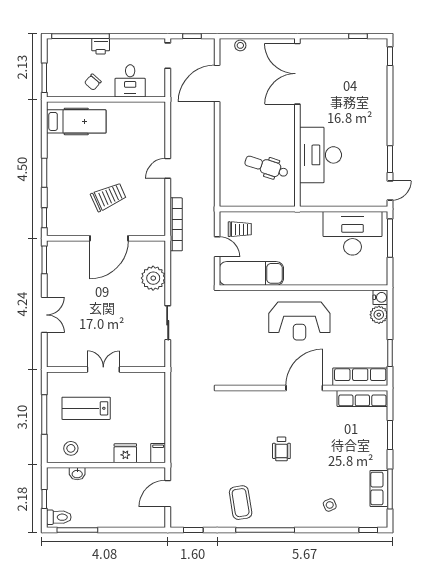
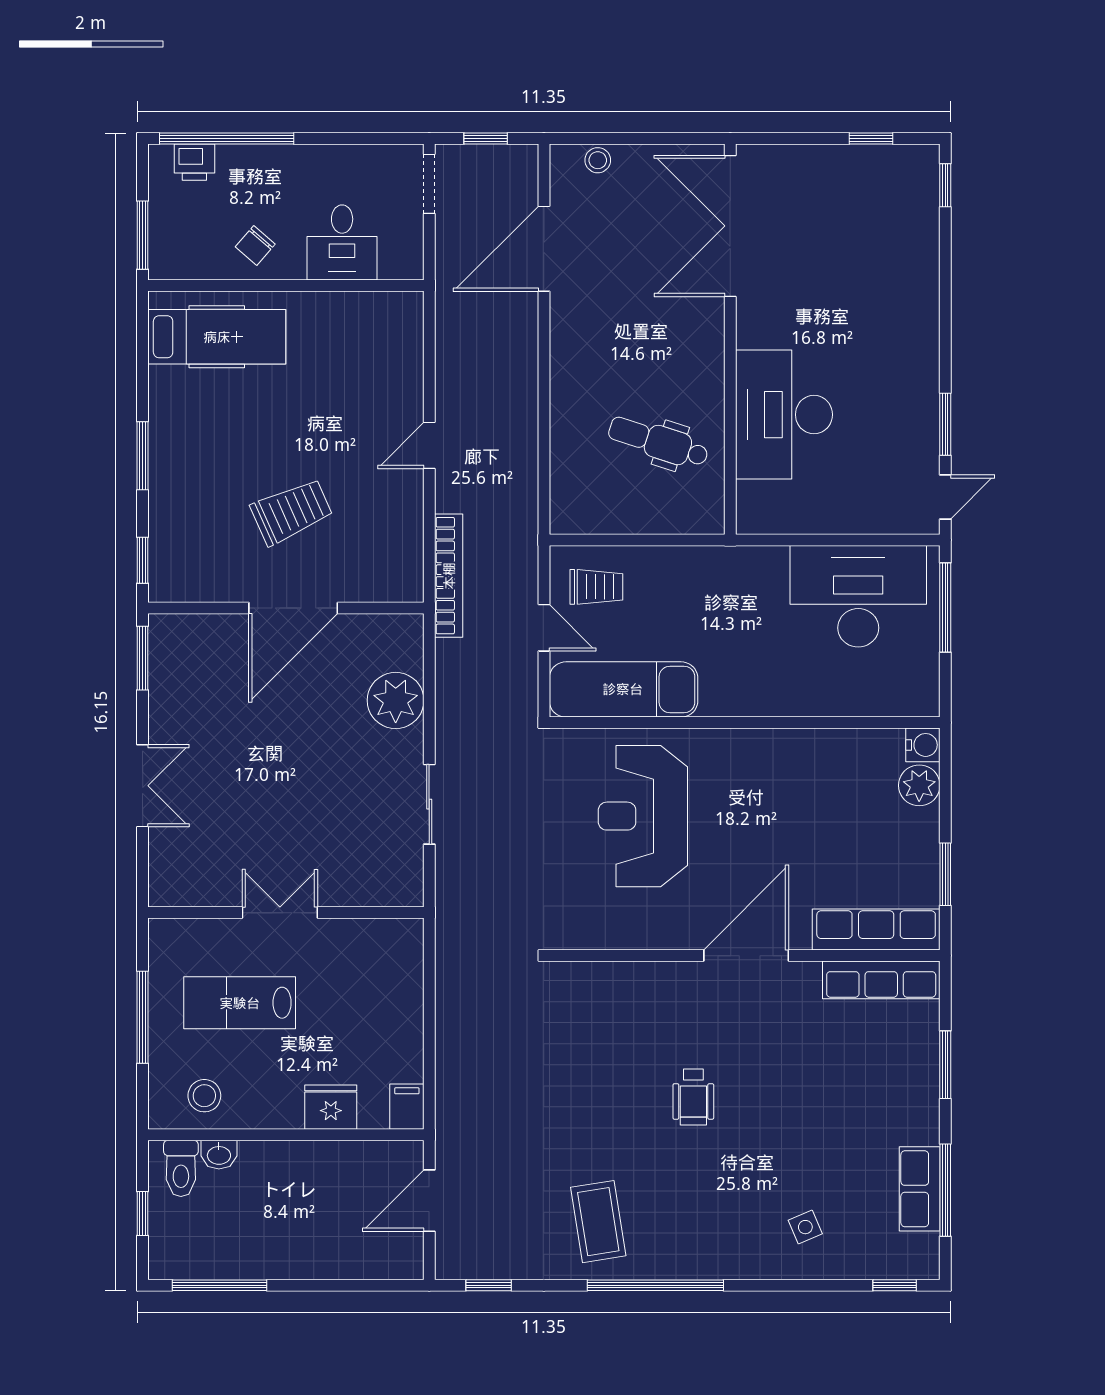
printer: (101, 46) -> (194, 162), moved
reception desk: (299, 321) -> (643, 816), moved, turned 90
toilet: (59, 517) -> (181, 1168), moved, turned 90

